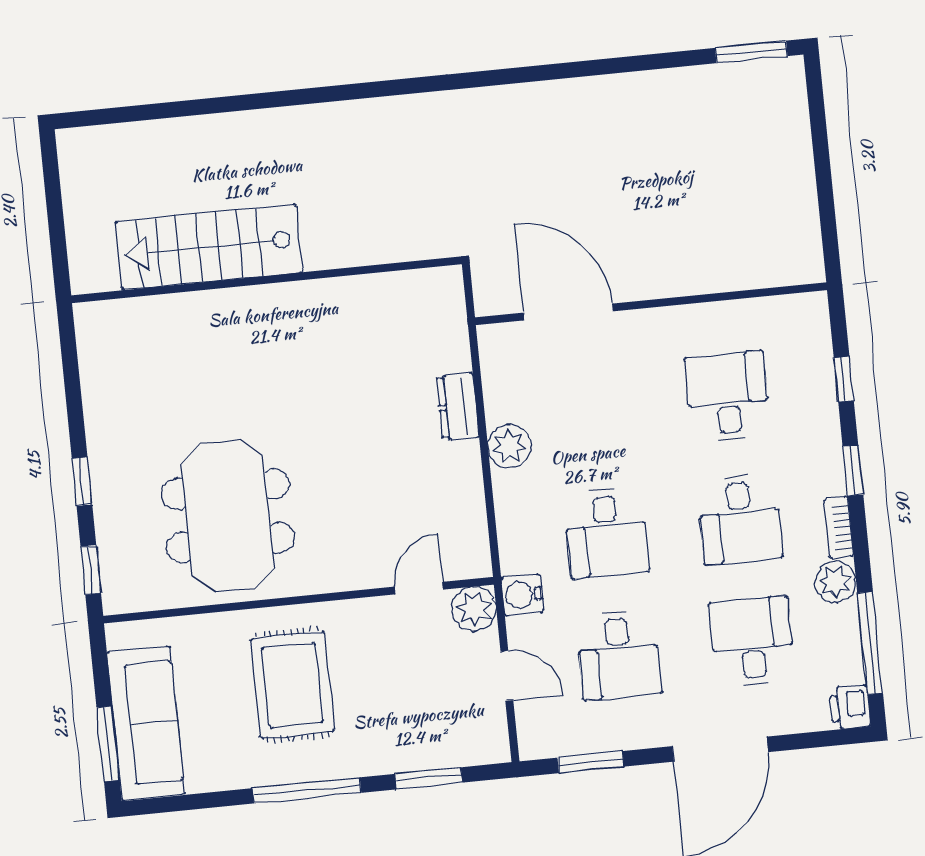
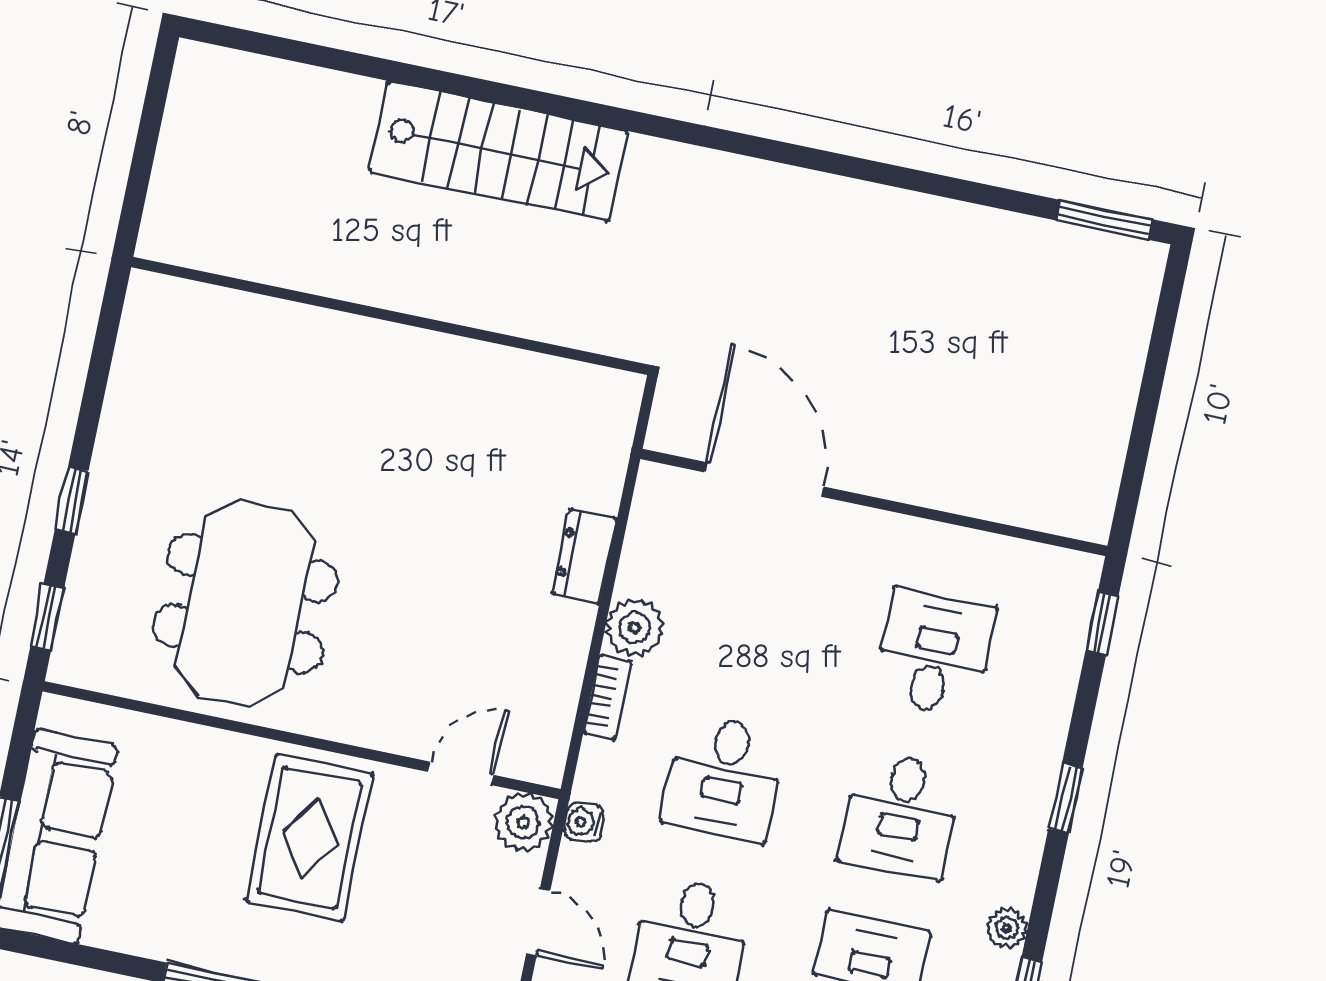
stairs: (209, 247) -> (498, 151), moved, turned 180
window: (844, 379) -> (1102, 623), moved
bookcase: (839, 528) -> (607, 697), moved, turned 180
plant: (835, 582) -> (1007, 928), width x0.73, depth x0.73
water cooler: (522, 595) -> (584, 822), width x0.72, depth x0.72
rug: (292, 685) -> (310, 838), moved

